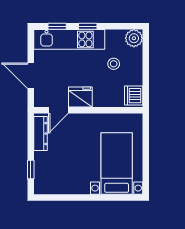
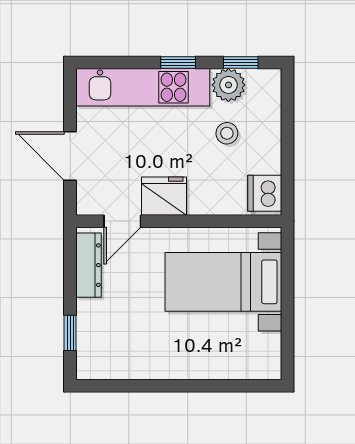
window: (57, 26) -> (241, 63), moved
plant: (134, 38) -> (228, 85), moved
bed with nightstands: (117, 163) -> (223, 282), moved, turned -90

